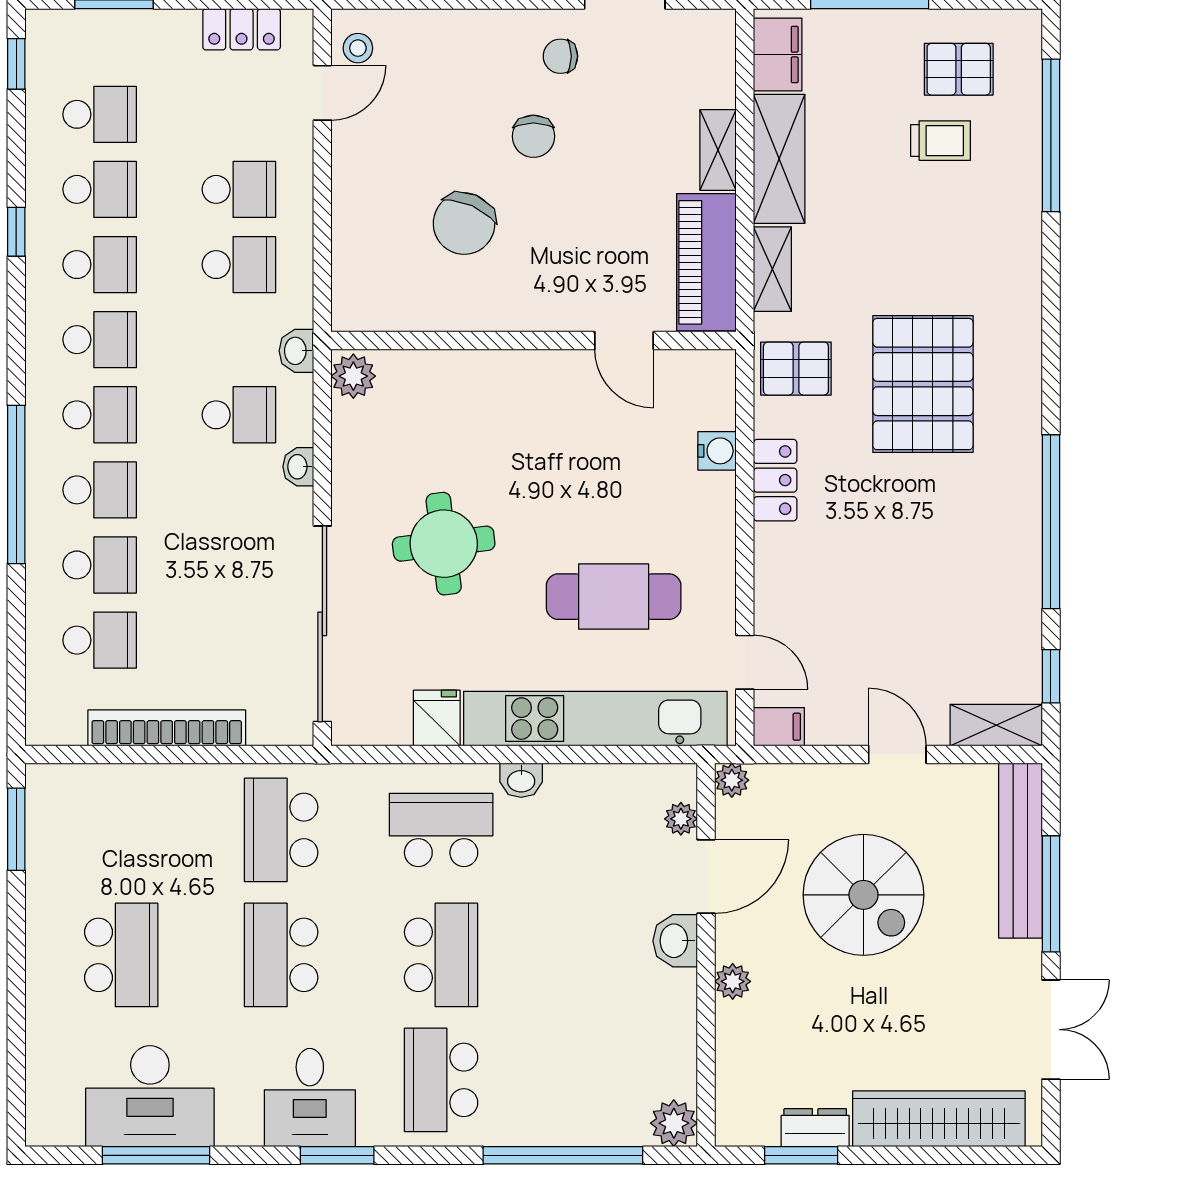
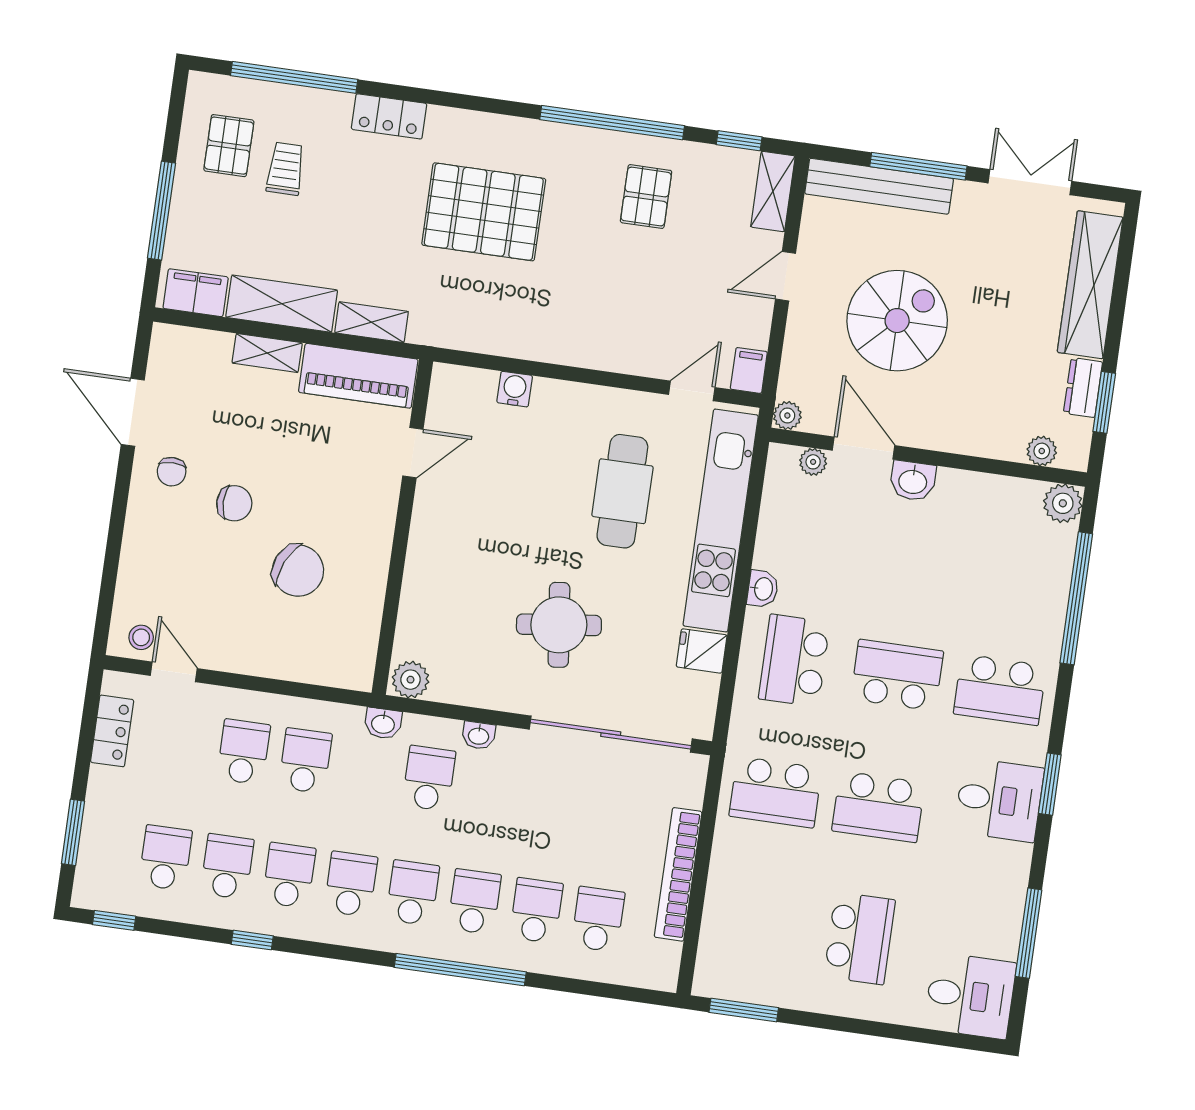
pallet: (796, 369) -> (646, 197), moved
locker: (775, 480) -> (389, 116), moved, turned 180
school desk: (121, 955) -> (860, 938), turned 90
plant: (733, 981) -> (1042, 451), moved
desk: (150, 1096) -> (970, 996), moved, width x0.73

